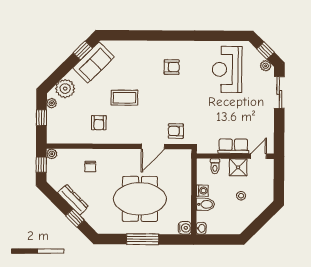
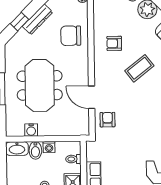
coffee table: (124, 98) -> (139, 68), turned 52
chair: (90, 166) -> (71, 36), width x1.87, depth x1.87
water cooler: (185, 228) -> (31, 130), moved
washbasin: (201, 228) -> (17, 149), width x1.91, depth x1.45

